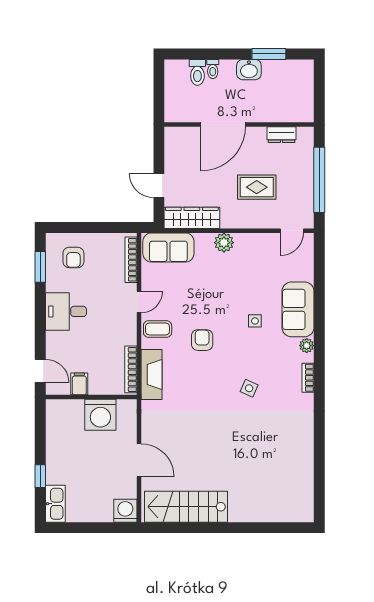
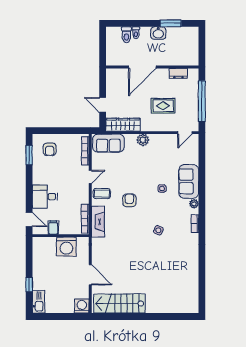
desk: (66, 311) -> (45, 197), moved

